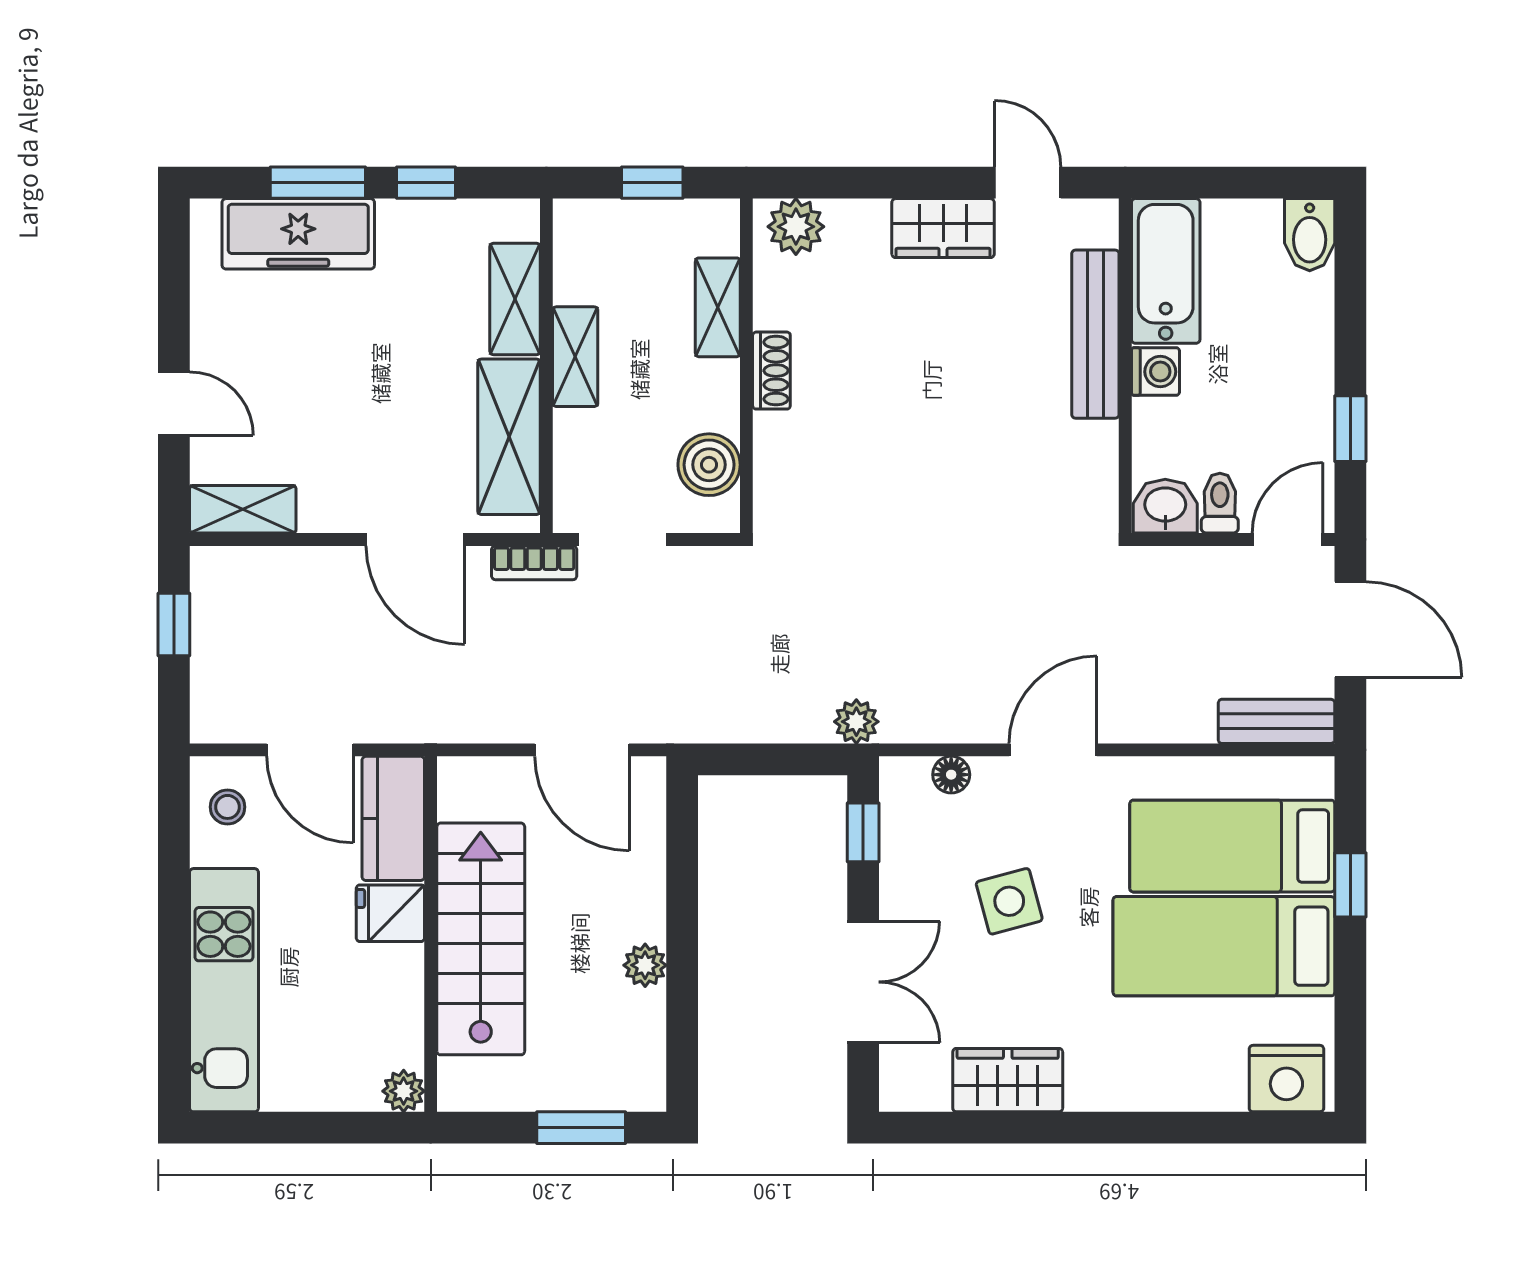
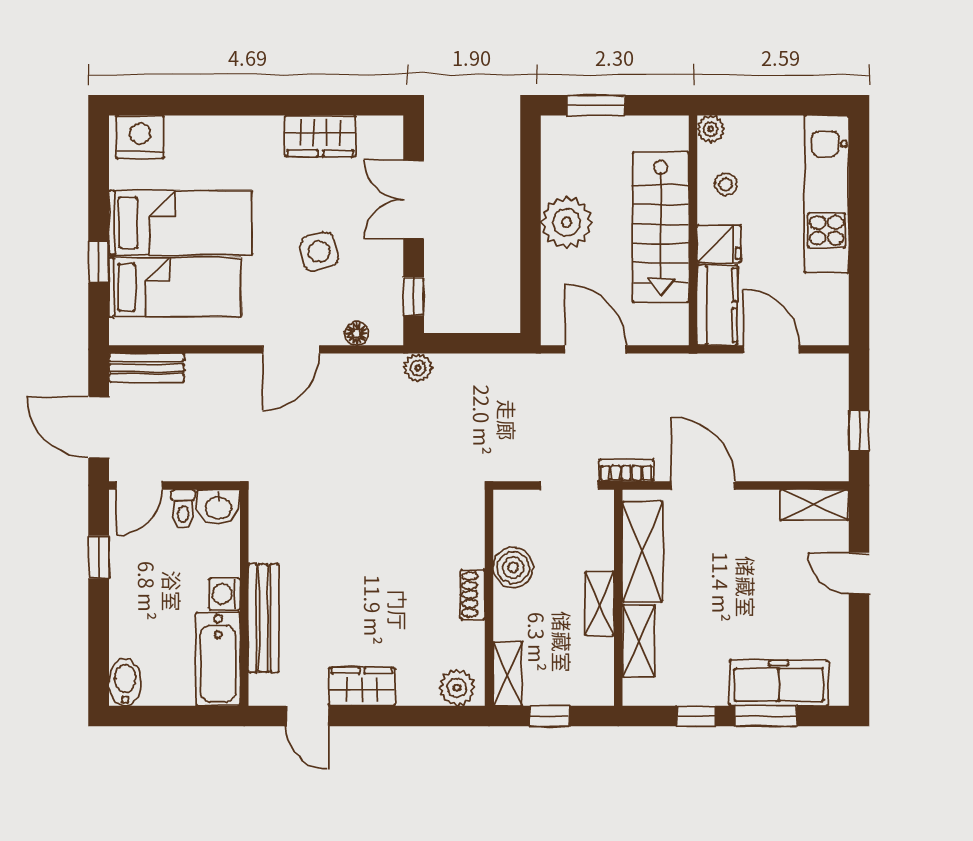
shelving: (718, 307) -> (508, 674), moved
boiler: (709, 465) -> (513, 567), moved
stool: (228, 807) -> (726, 184), moved
plant: (645, 965) -> (567, 222), width x1.87, depth x1.87

